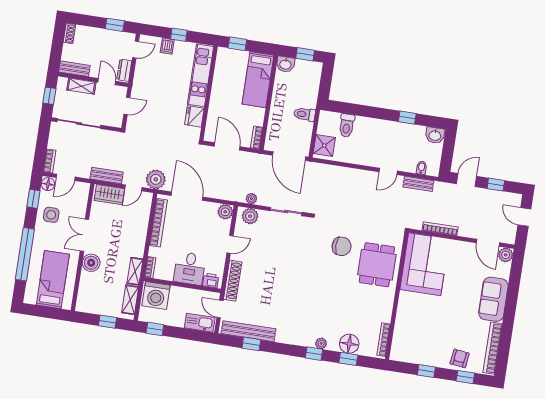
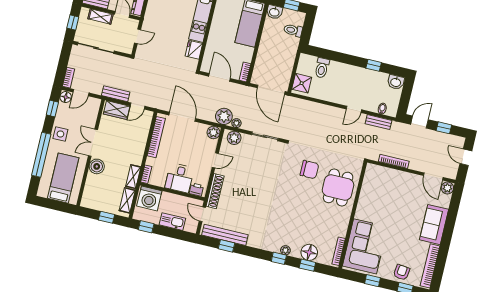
toilet: (305, 114) -> (293, 30), moved
plant: (156, 179) -> (224, 116), moved
side table: (51, 215) -> (60, 134), moved
corner sofa: (425, 264) -> (365, 246), moved
kitchen sink: (200, 323) -> (172, 222), moved

